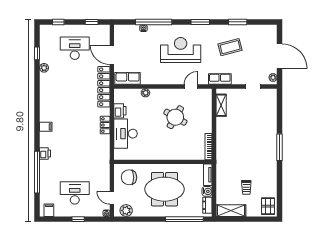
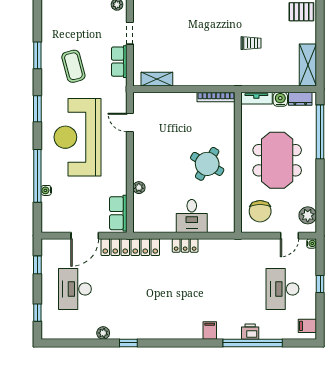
reception desk: (181, 50) -> (77, 137), width x1.36, depth x1.30
window: (37, 53) -> (128, 343), moved
row of seats: (220, 79) -> (119, 62), moved
printer: (120, 111) -> (165, 224), removed
round table: (175, 117) -> (207, 164), moved
filing cabinet: (46, 127) -> (210, 330), moved
desk: (126, 134) -> (192, 216), width x0.73
printer: (45, 153) -> (250, 332), moved
trolley: (246, 187) -> (251, 43), moved

